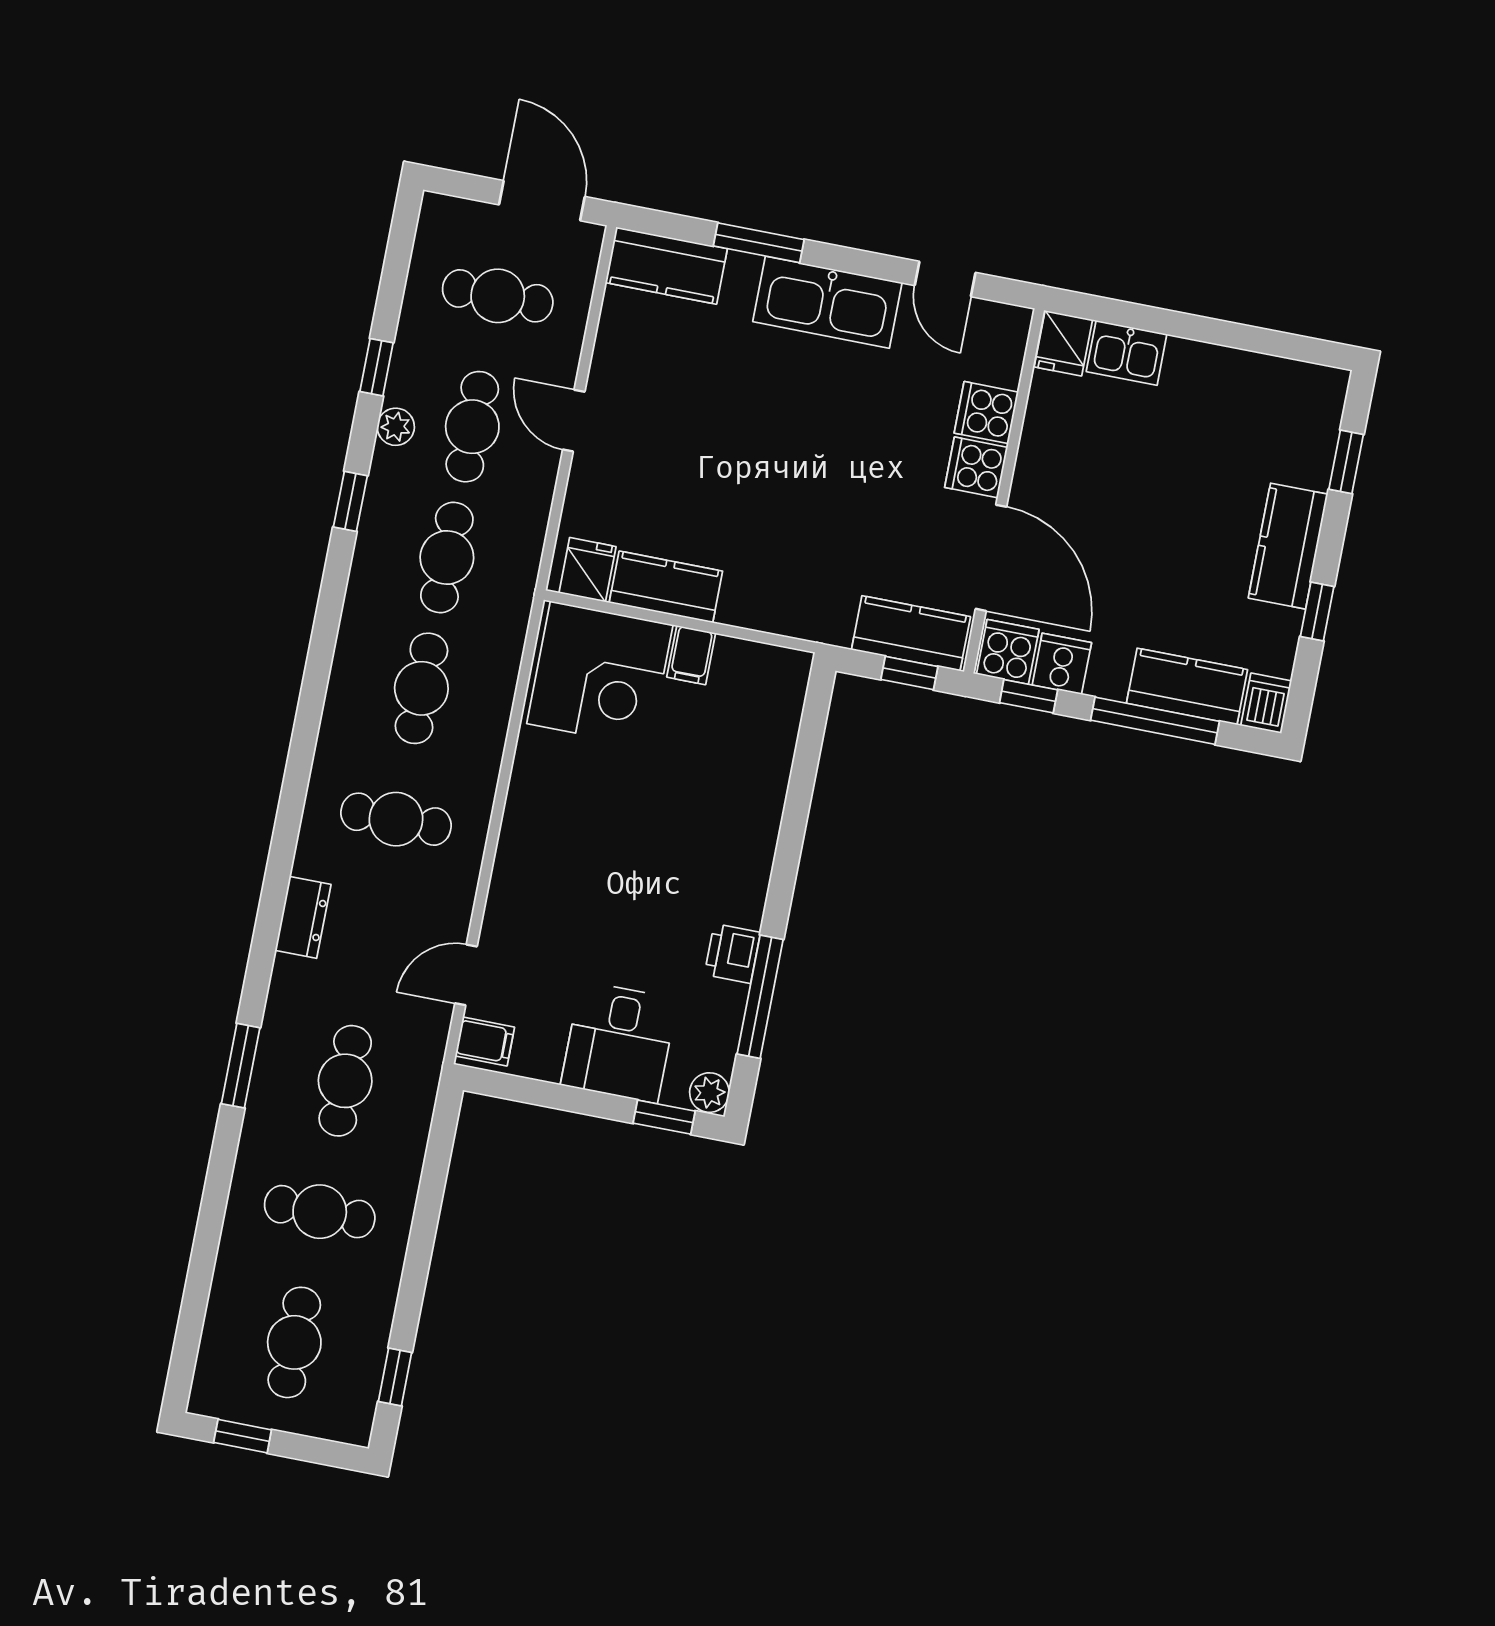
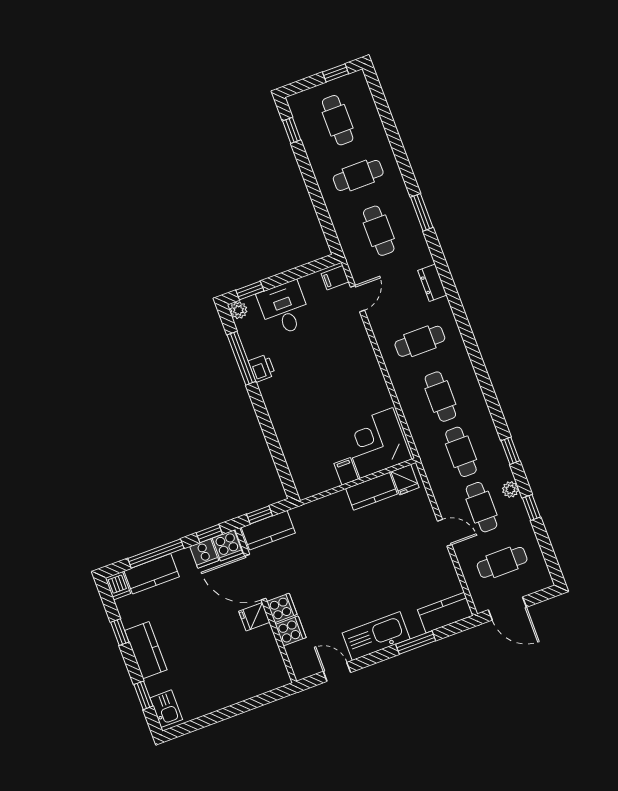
fridge: (1063, 343) -> (254, 617), moved, turned -90
kitchen sink: (1127, 353) -> (166, 709), moved, turned 90

